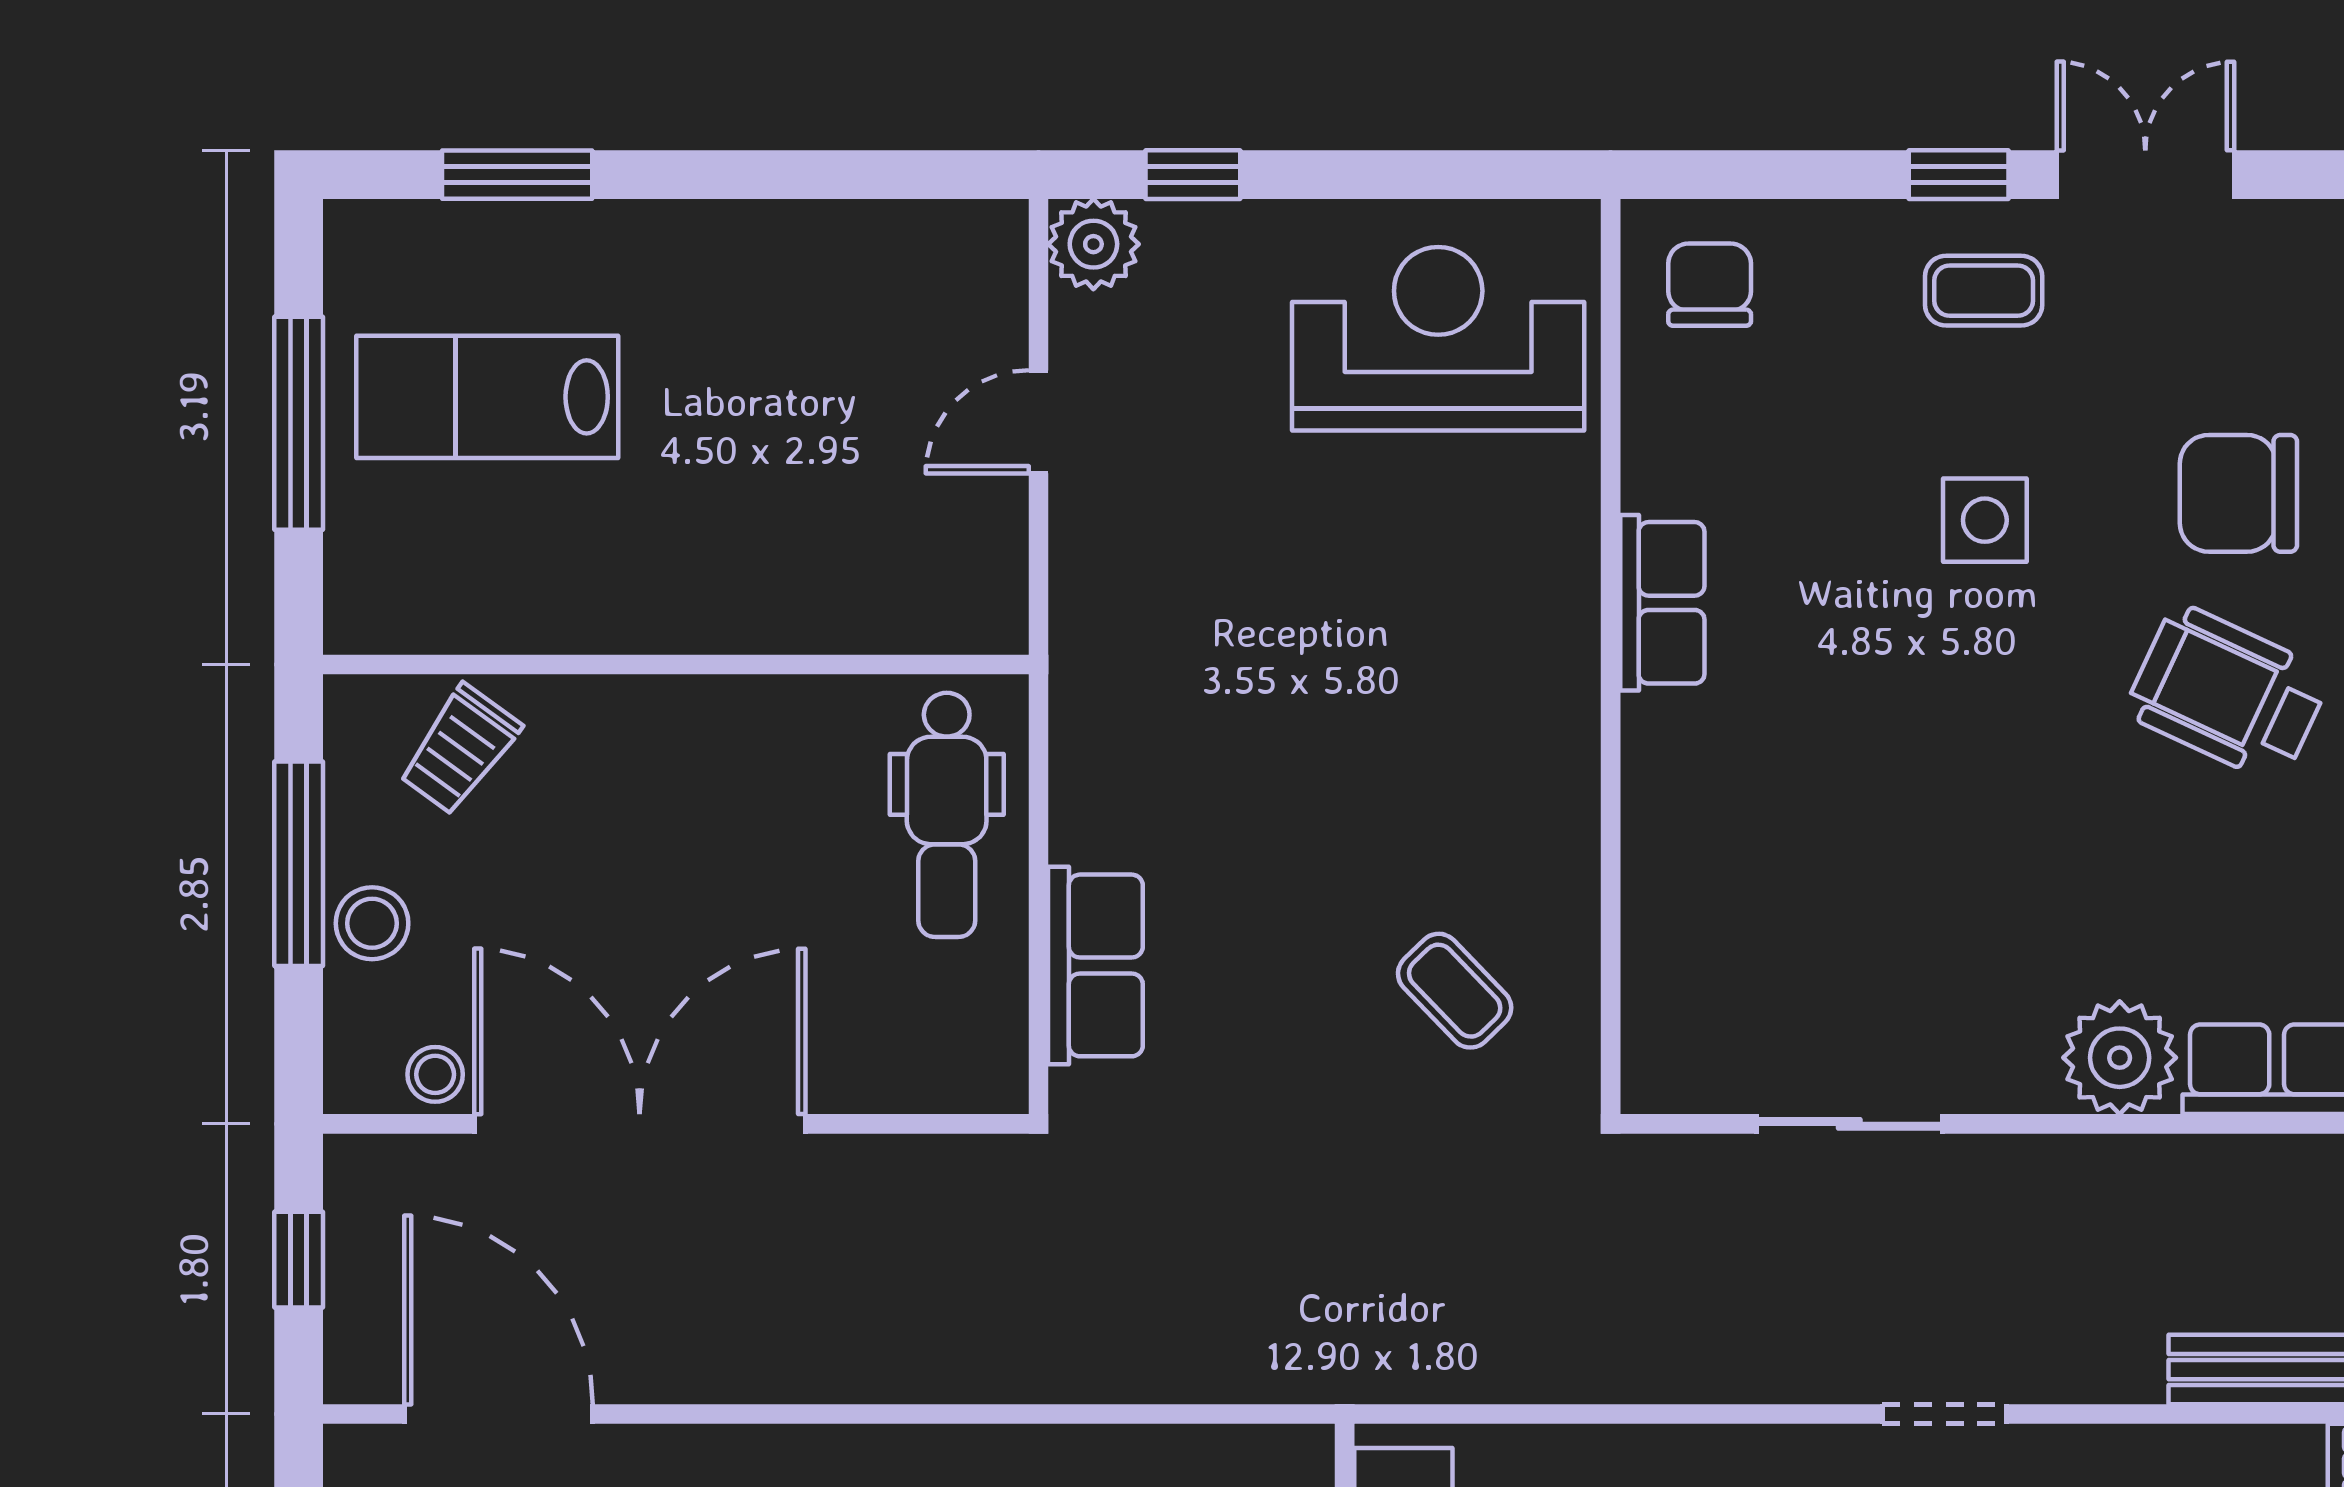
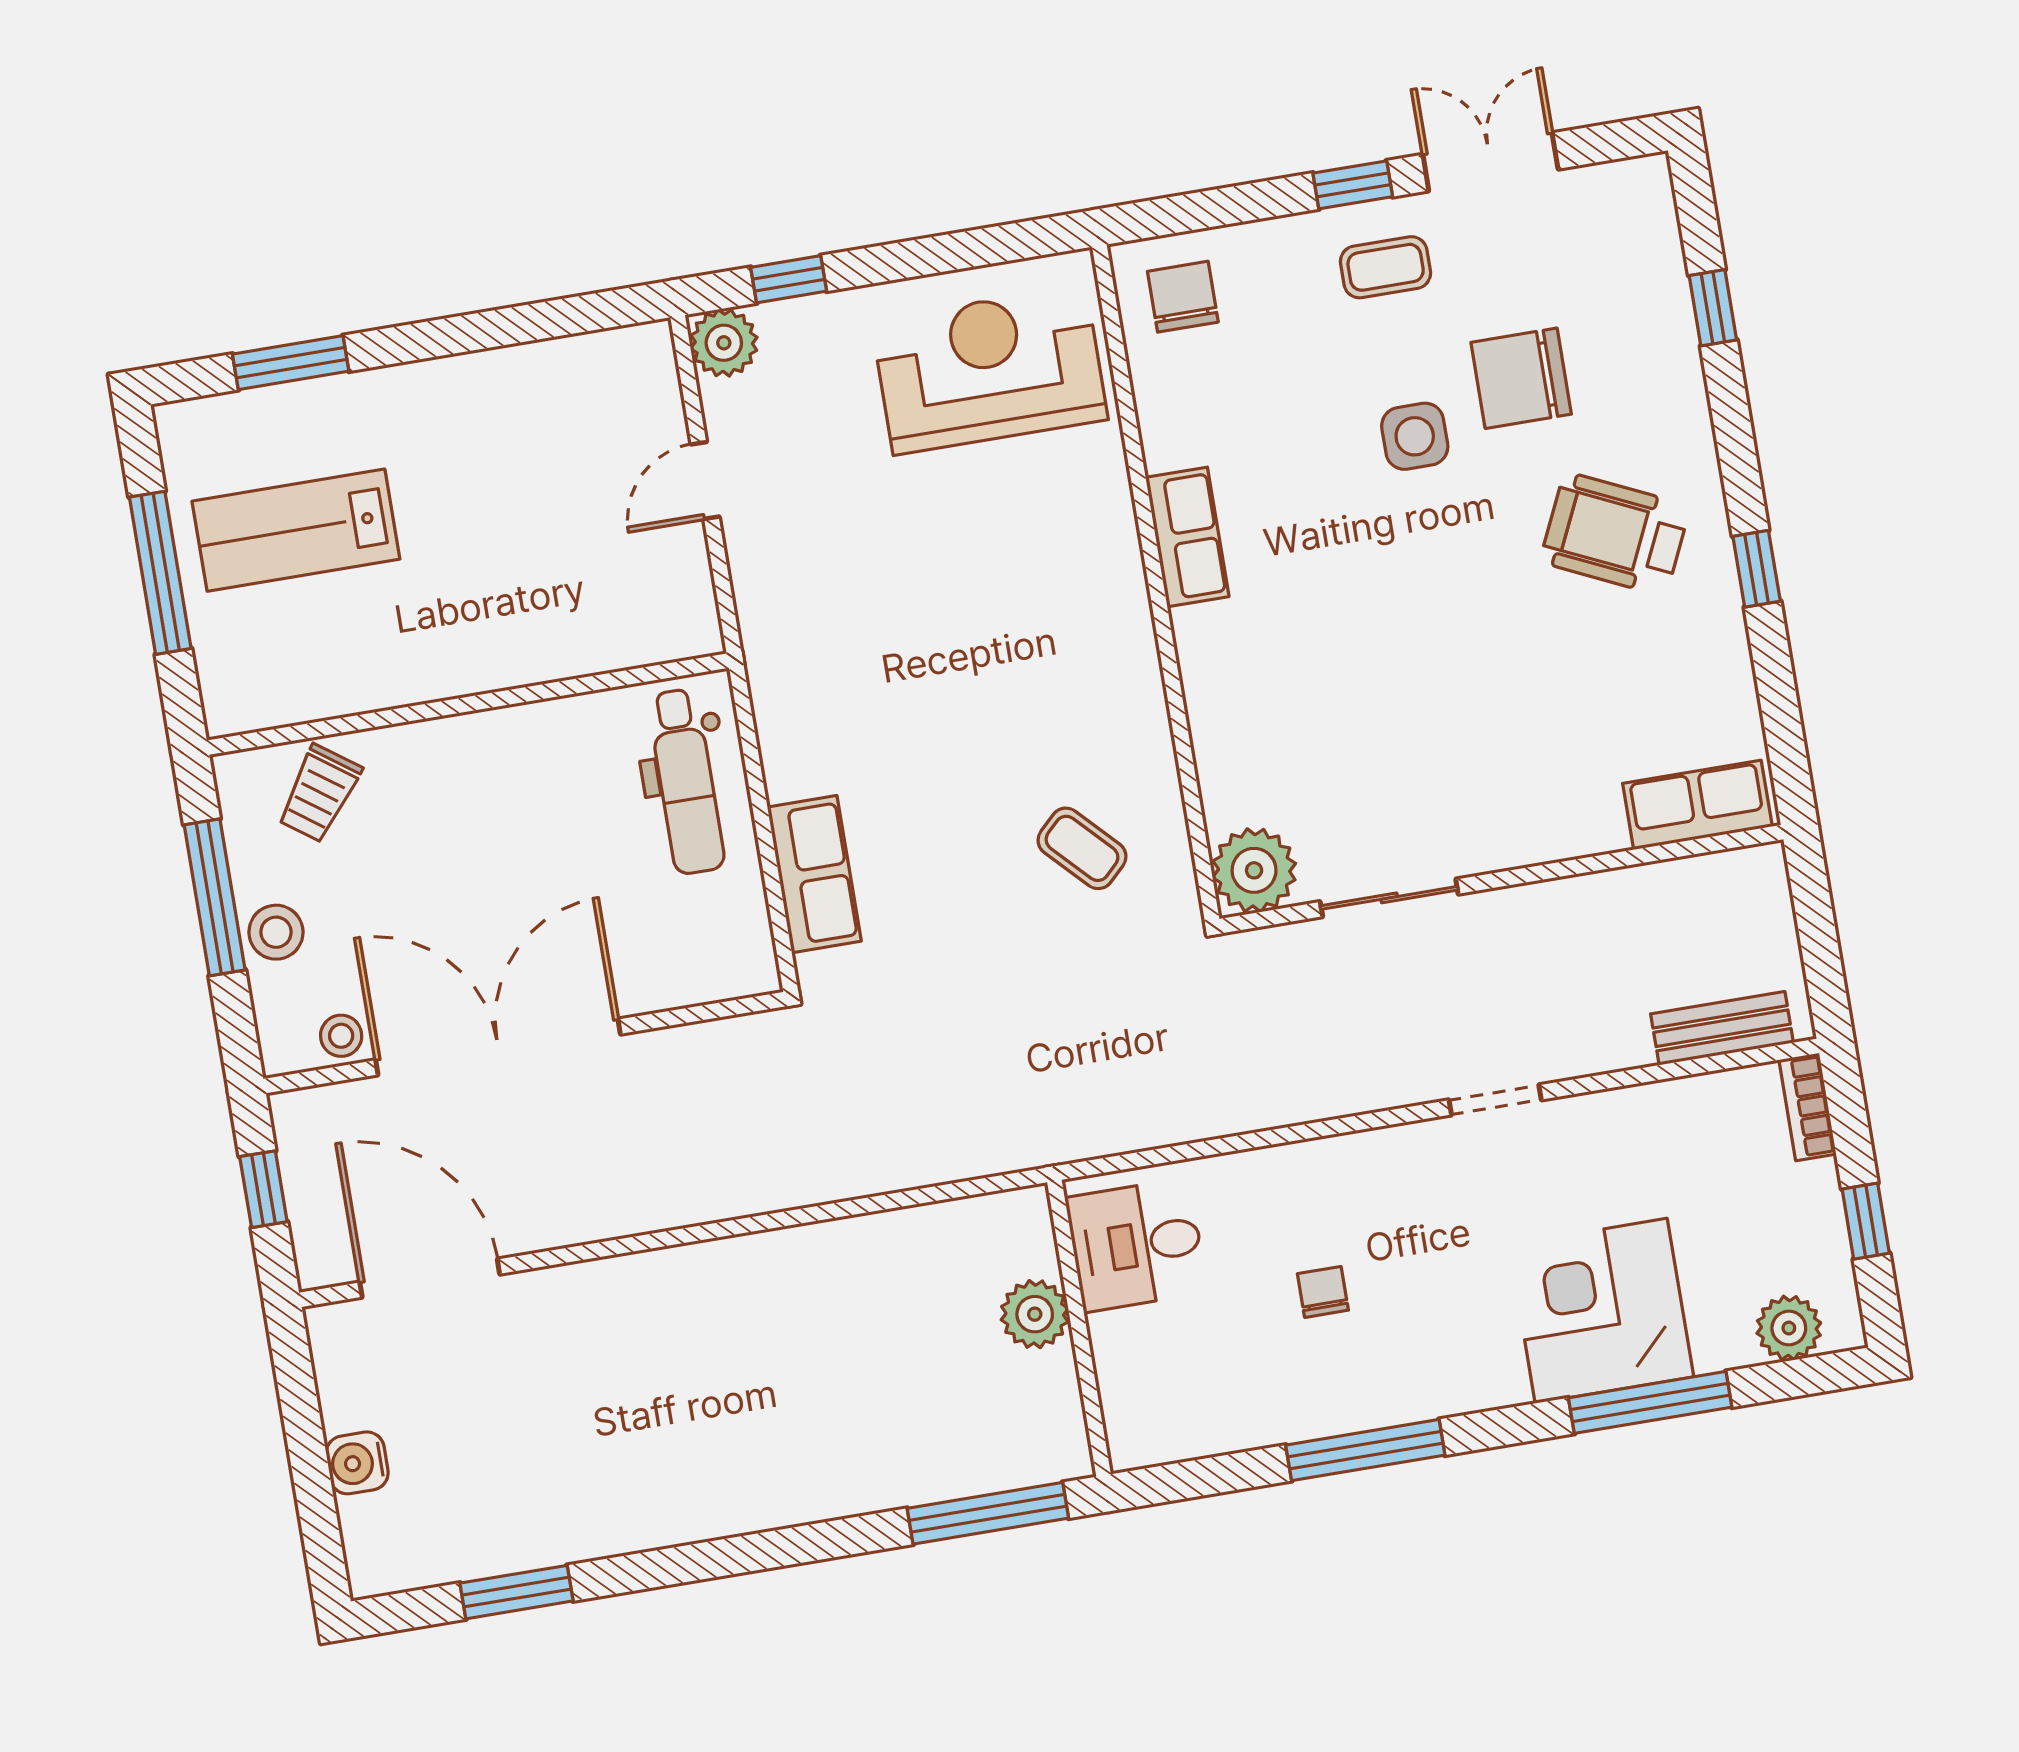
chair: (2238, 493) -> (1521, 378), moved
plant: (2120, 1058) -> (1254, 870), moved

